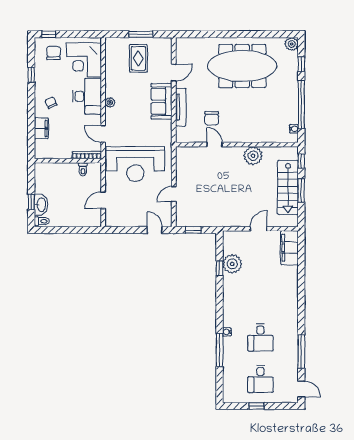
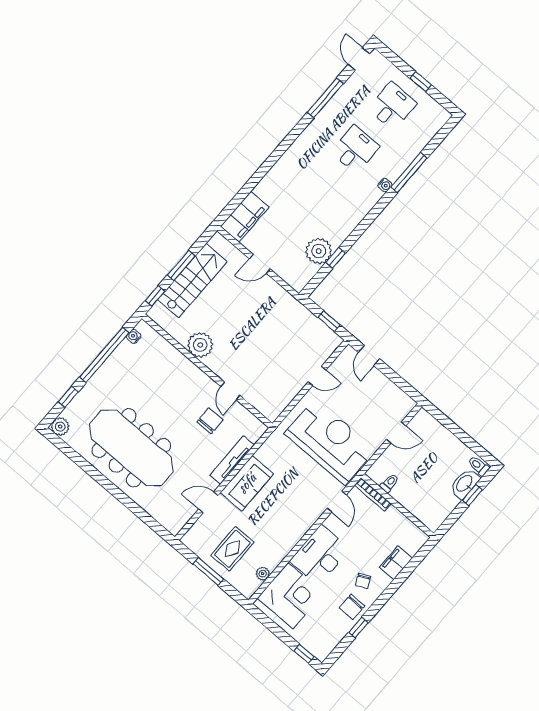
chair: (54, 53) -> (352, 607), moved
plant: (110, 102) -> (263, 574), moved

